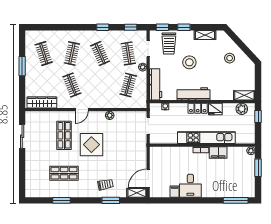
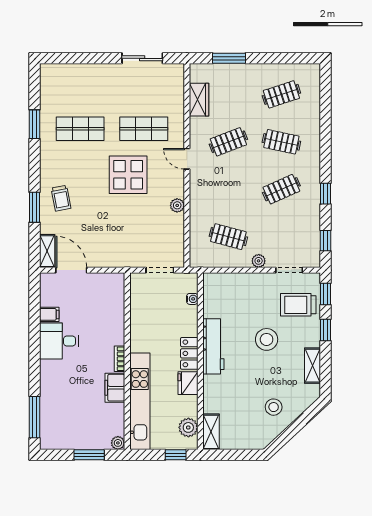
clothes rail: (128, 53) -> (281, 237), removed
window: (22, 66) -> (229, 58), moved
workbench: (156, 84) -> (229, 283), removed
wardrobe: (42, 102) -> (199, 100), width x0.67
kitchen unit: (206, 138) -> (140, 401), moved
shop shelf: (64, 173) -> (80, 129), turned 90

